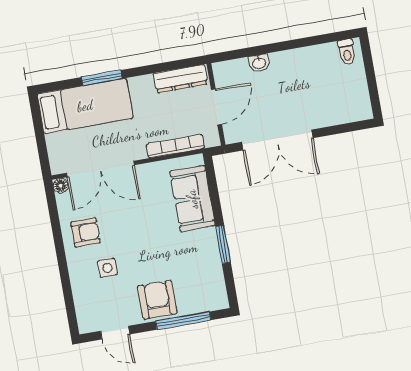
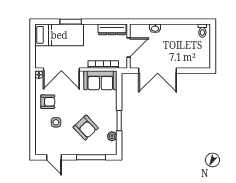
sofa: (192, 199) -> (100, 80), moved, turned -90
plant: (215, 275) -> (112, 136), added
armchair: (157, 300) -> (86, 128), moved, turned 137

